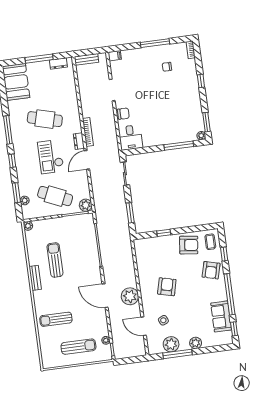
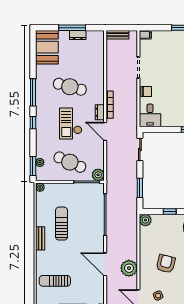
dresser: (58, 64) -> (78, 35), moved
door: (87, 160) -> (105, 131), hinge flipped
window: (16, 193) -> (33, 166), moved
plant: (140, 245) -> (145, 220), added

